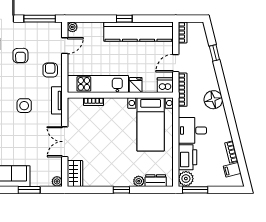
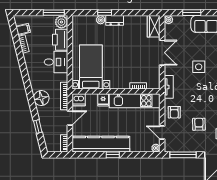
door: (65, 46) -> (162, 132), hinge flipped
floor lamp: (213, 100) -> (41, 98), moved
side table: (24, 106) -> (199, 67), moved
dresser: (156, 181) -> (115, 20), moved
window: (121, 190) -> (105, 13), moved

